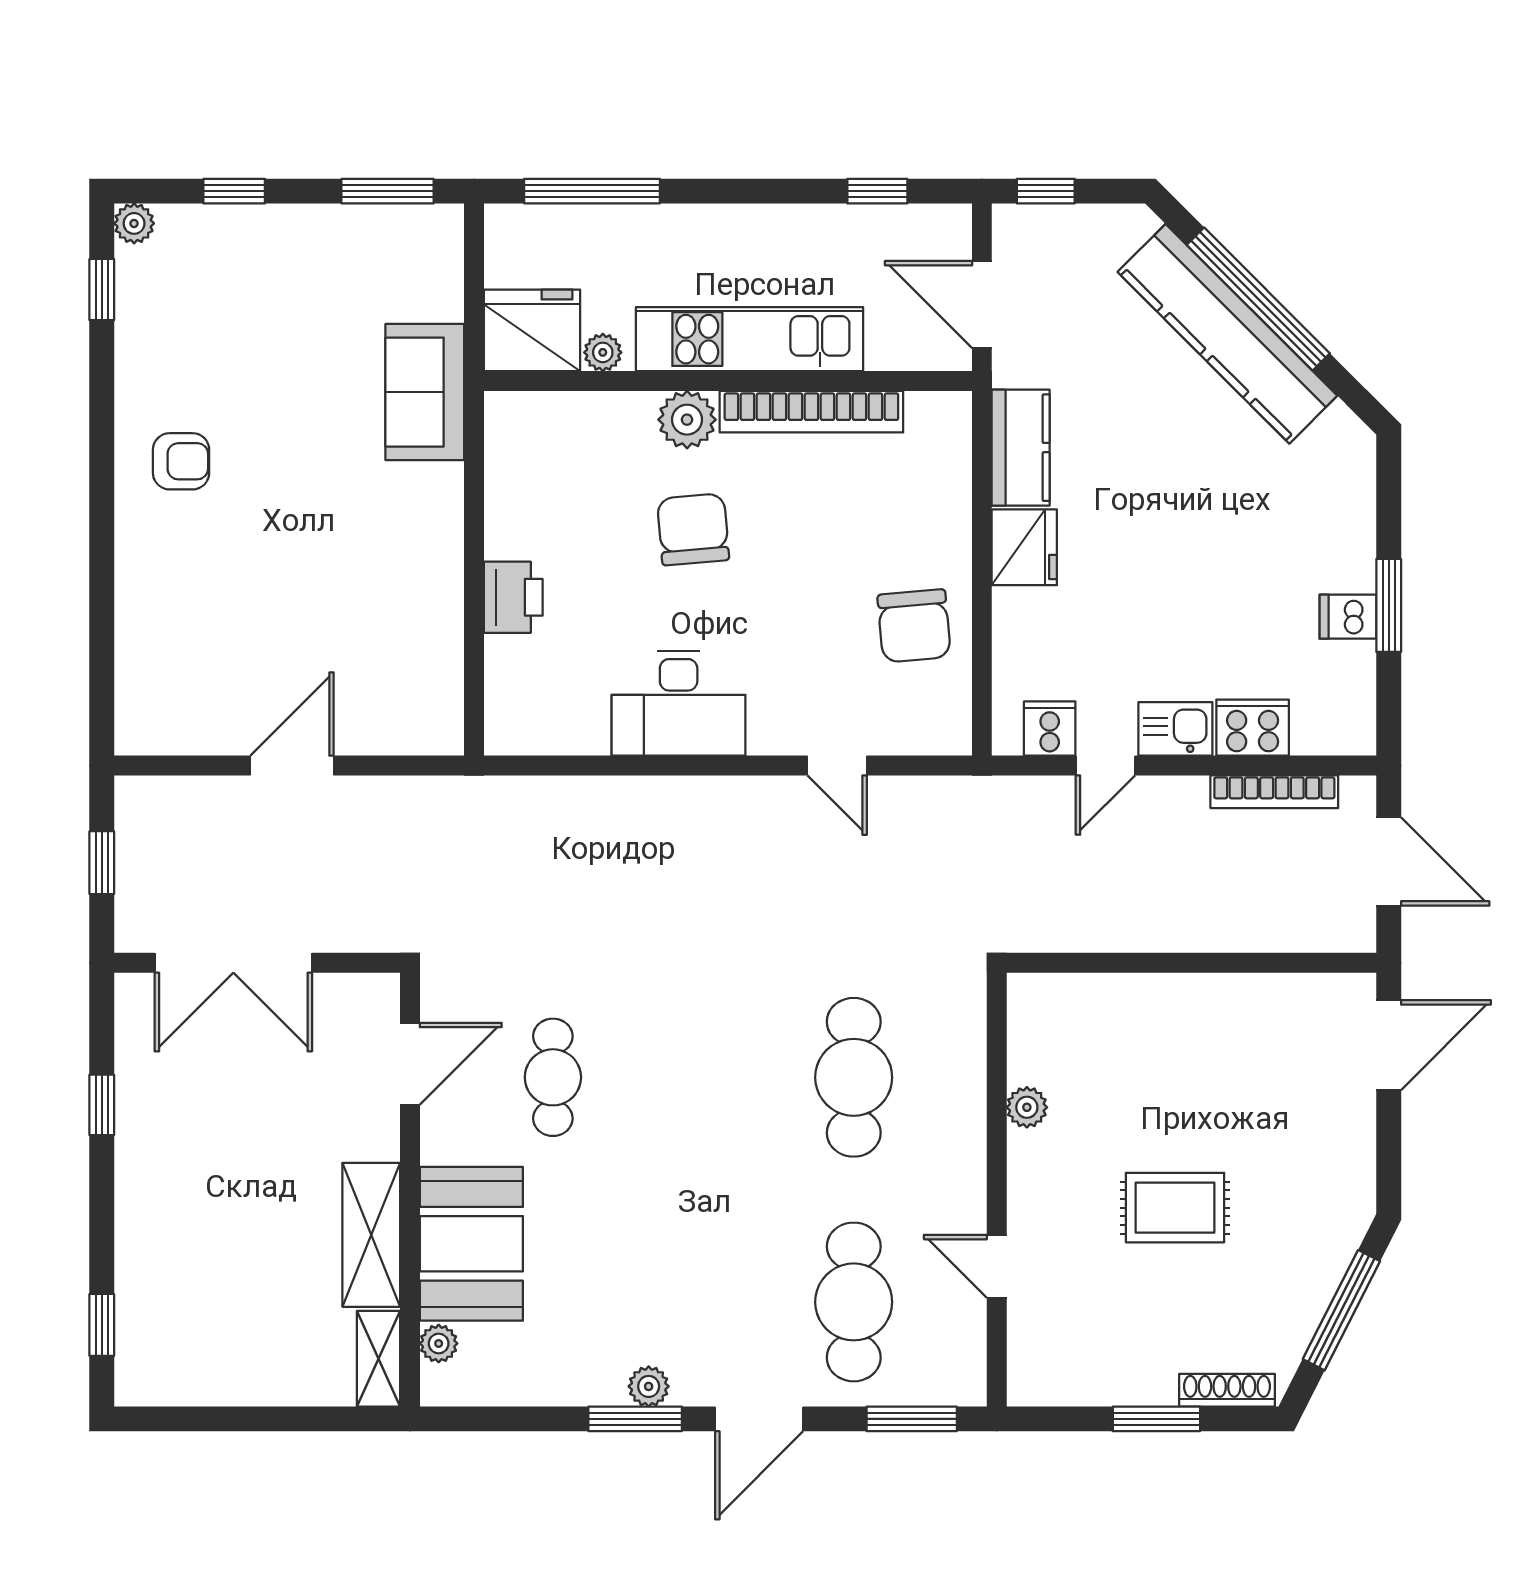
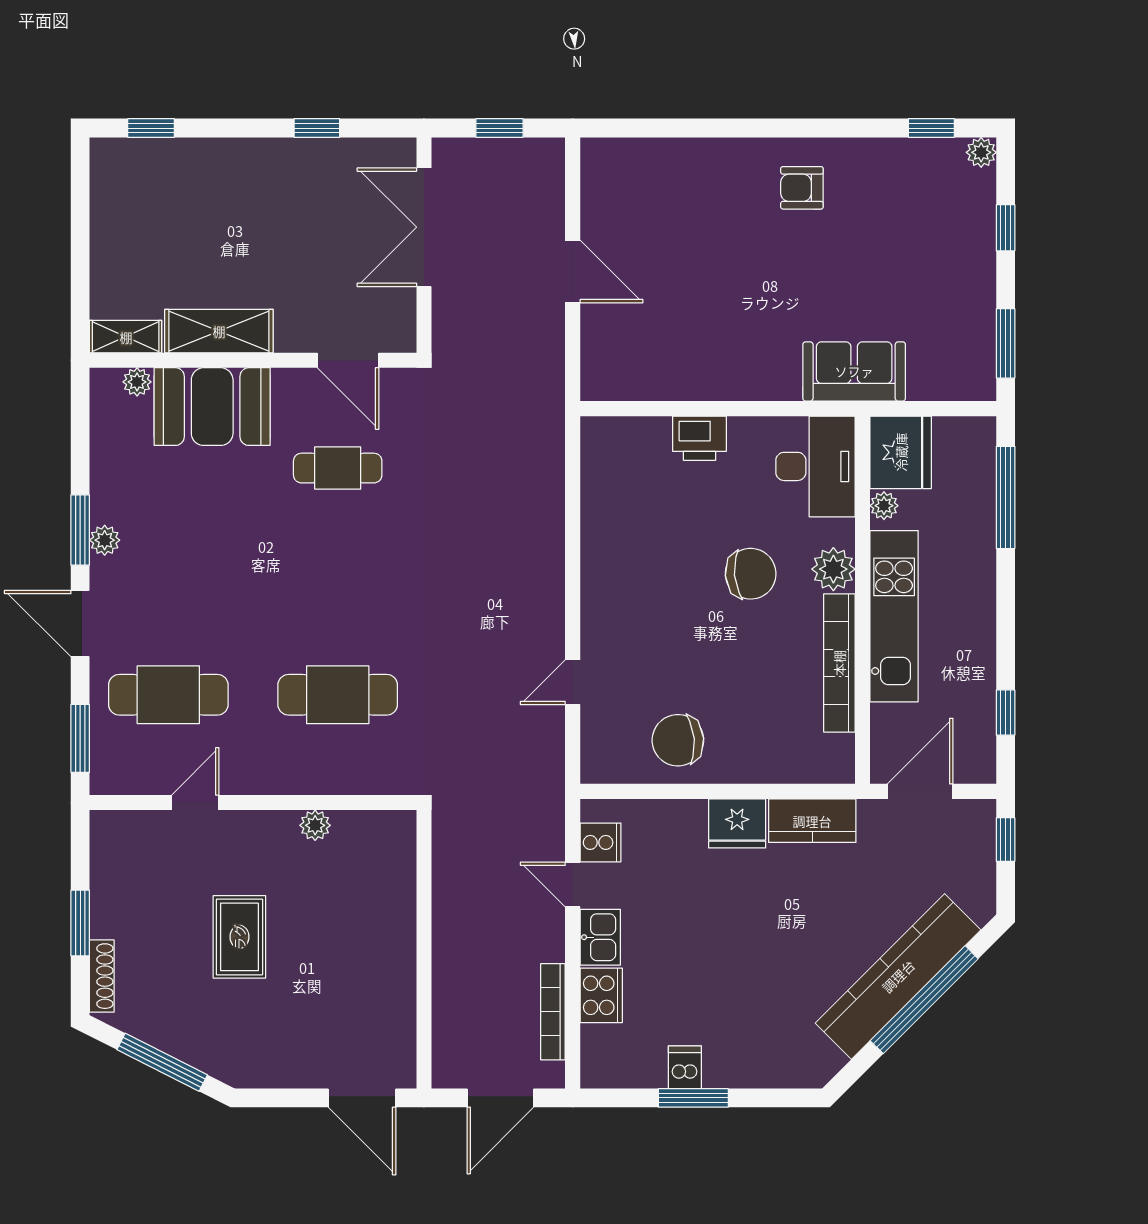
armchair: (181, 461) -> (802, 188), turned 90
desk: (679, 703) -> (815, 466), moved, turned 180

